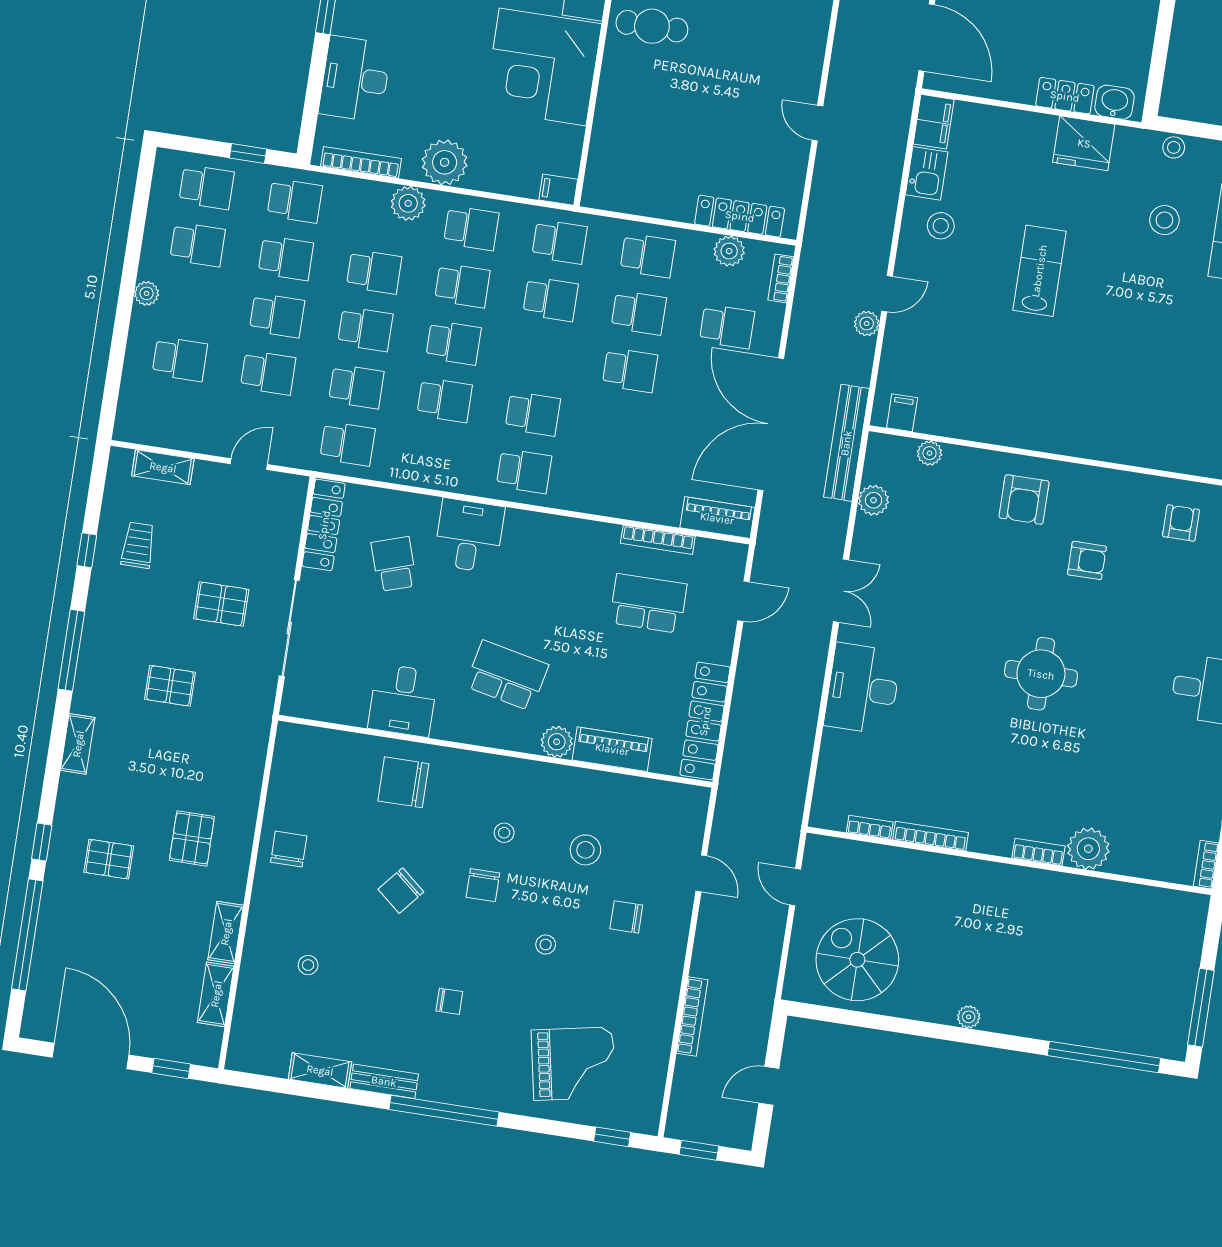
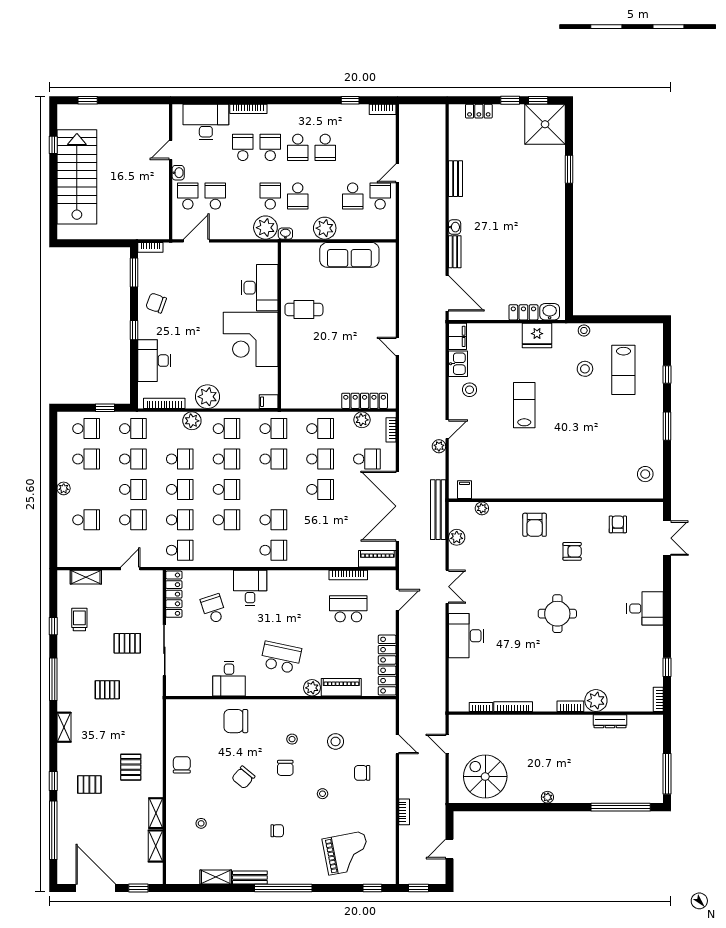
dresser: (1109, 892) -> (610, 721), added
bookcase: (692, 1017) -> (404, 812), width x0.64

